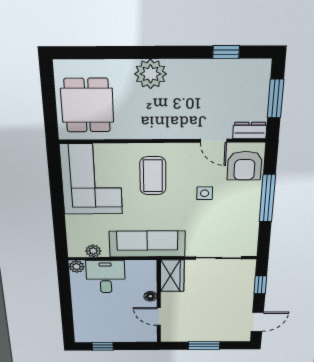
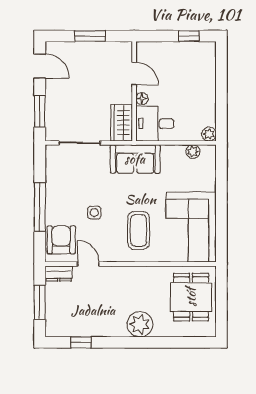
sofa: (147, 244) -> (135, 159), width x0.73
desk: (106, 277) -> (155, 124), moved, turned 90
window: (260, 285) -> (40, 111), width x1.50
door: (257, 322) -> (40, 66), swing flipped

